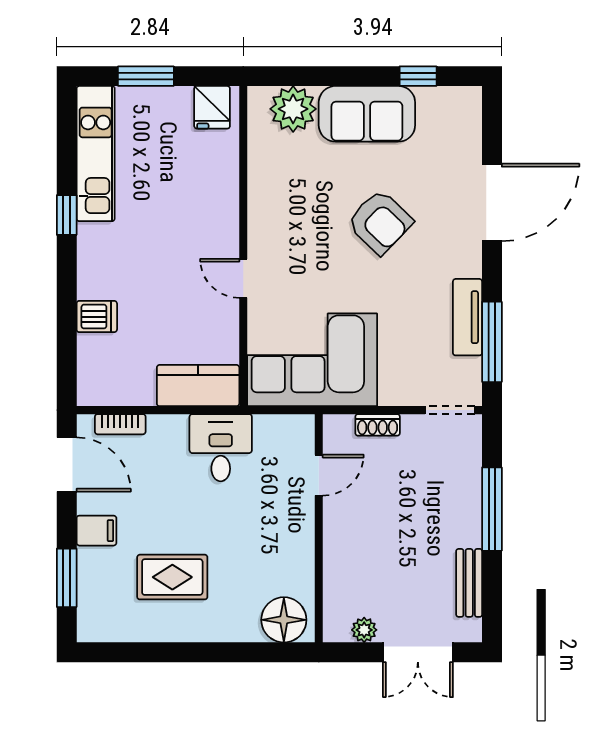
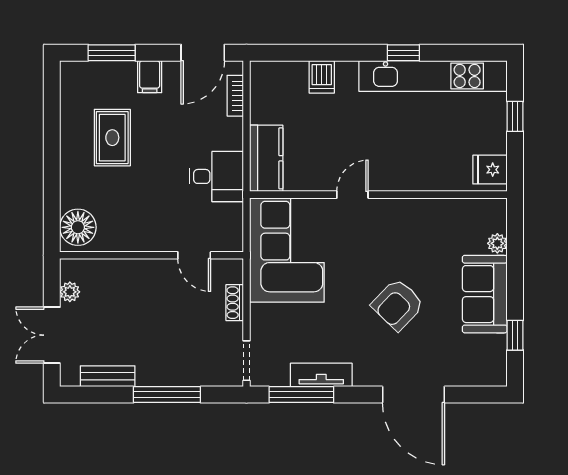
window: (146, 76) -> (515, 116), width x0.67
plant: (293, 109) -> (497, 243), width x0.53, depth x0.53
kitchen unit: (96, 154) -> (433, 76), width x1.36

